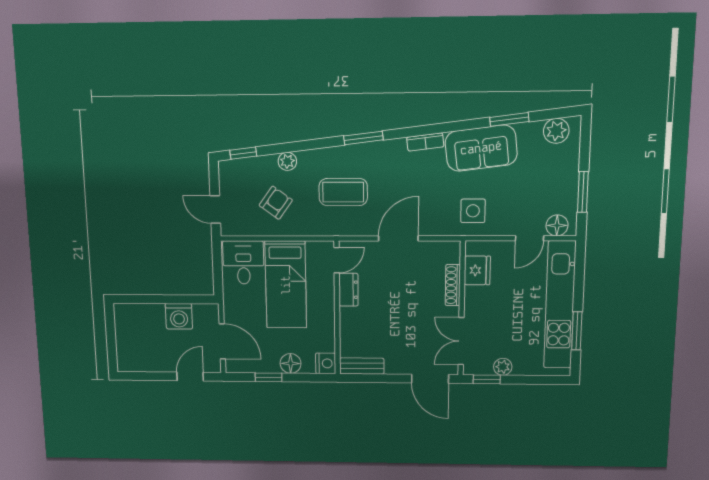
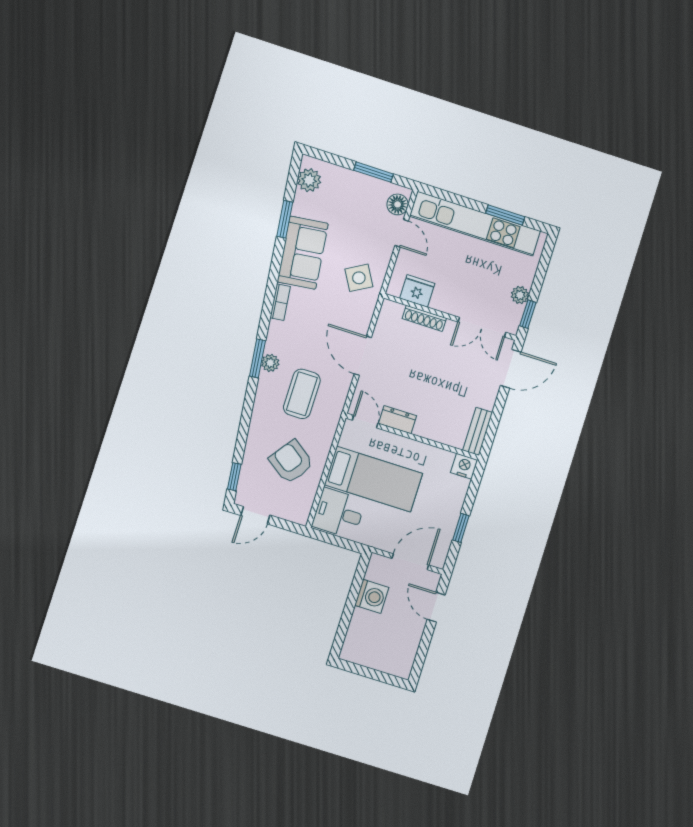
plant: (287, 161) -> (270, 363), moved
armchair: (276, 203) -> (291, 462), width x1.38, depth x1.38
door: (215, 210) -> (255, 515), moved
side table: (473, 211) -> (359, 278), turned -30
floor lamp: (291, 363) -> (454, 501), removed

